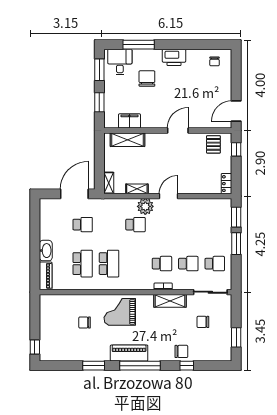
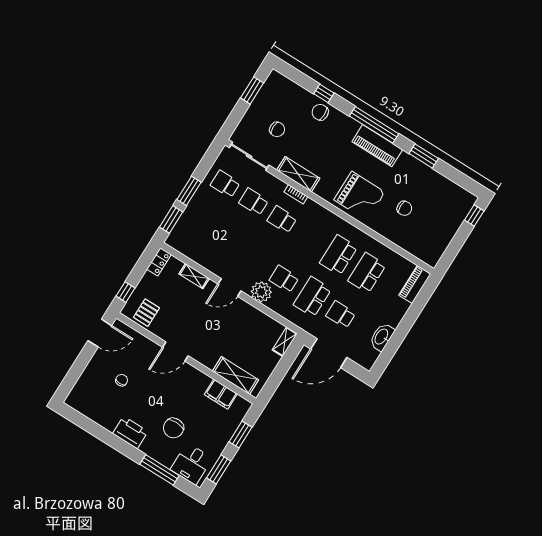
chair: (214, 61) -> (122, 380), moved
shelving: (137, 189) -> (194, 276), moved
school desk: (109, 225) -> (312, 297), added
washbasin: (46, 251) -> (382, 337), moved

